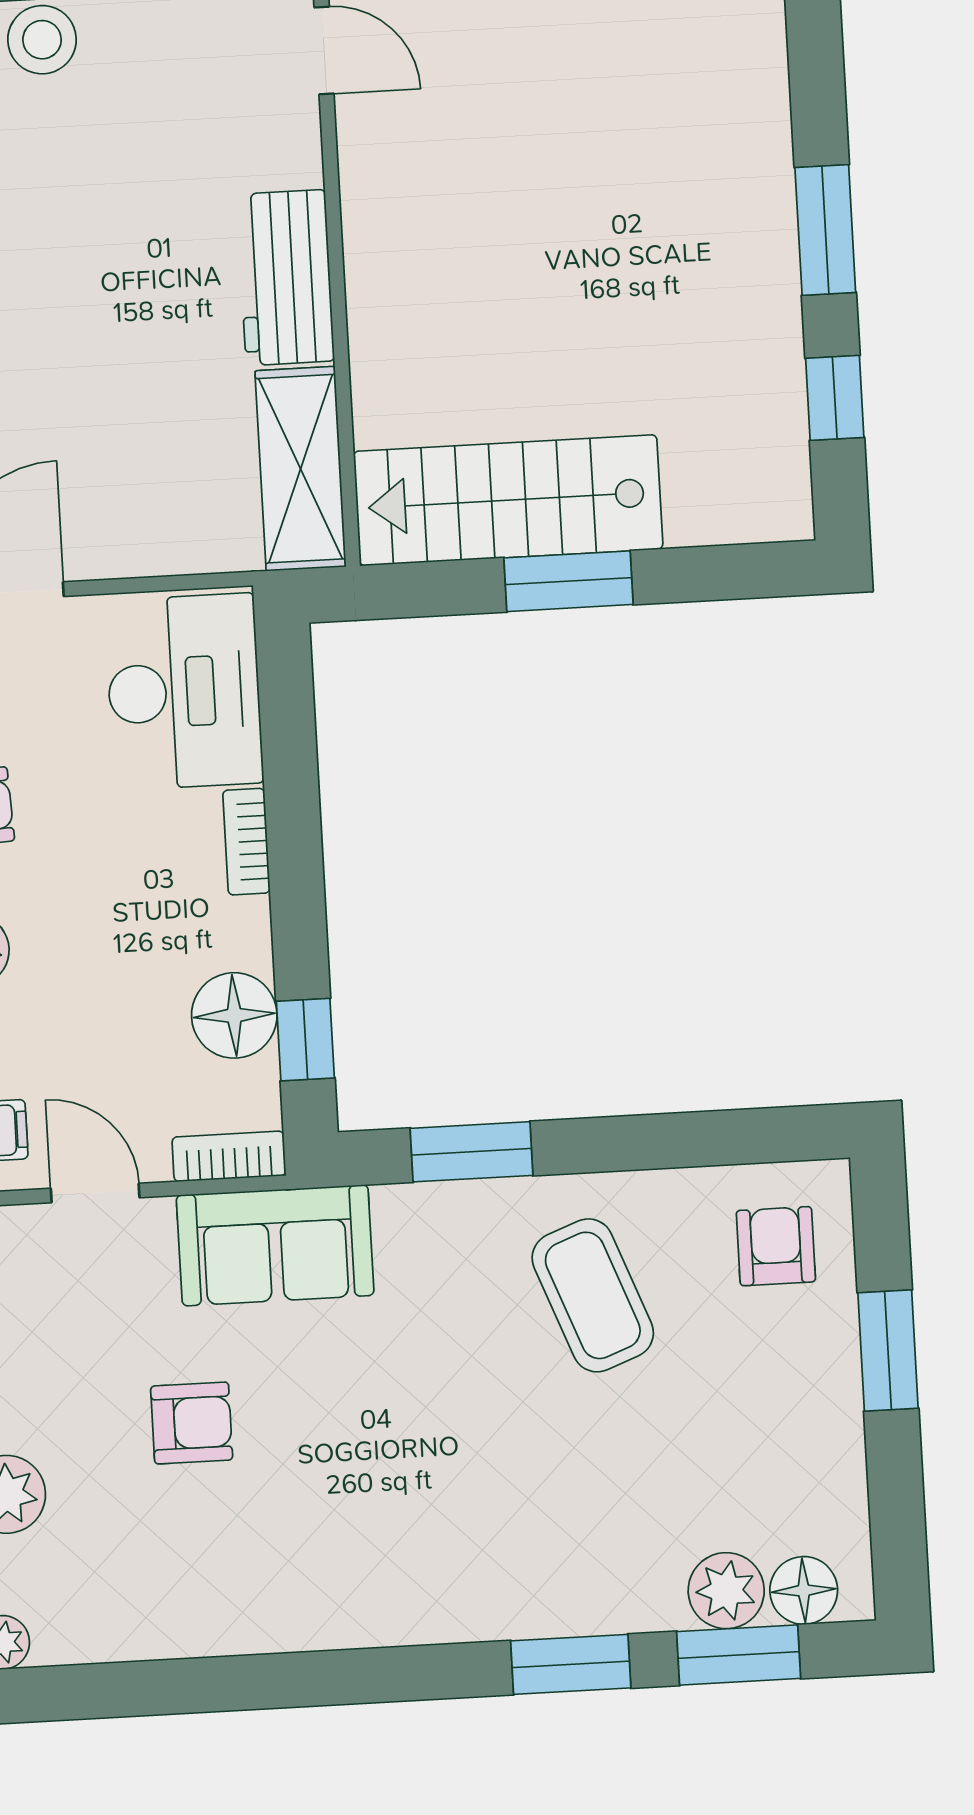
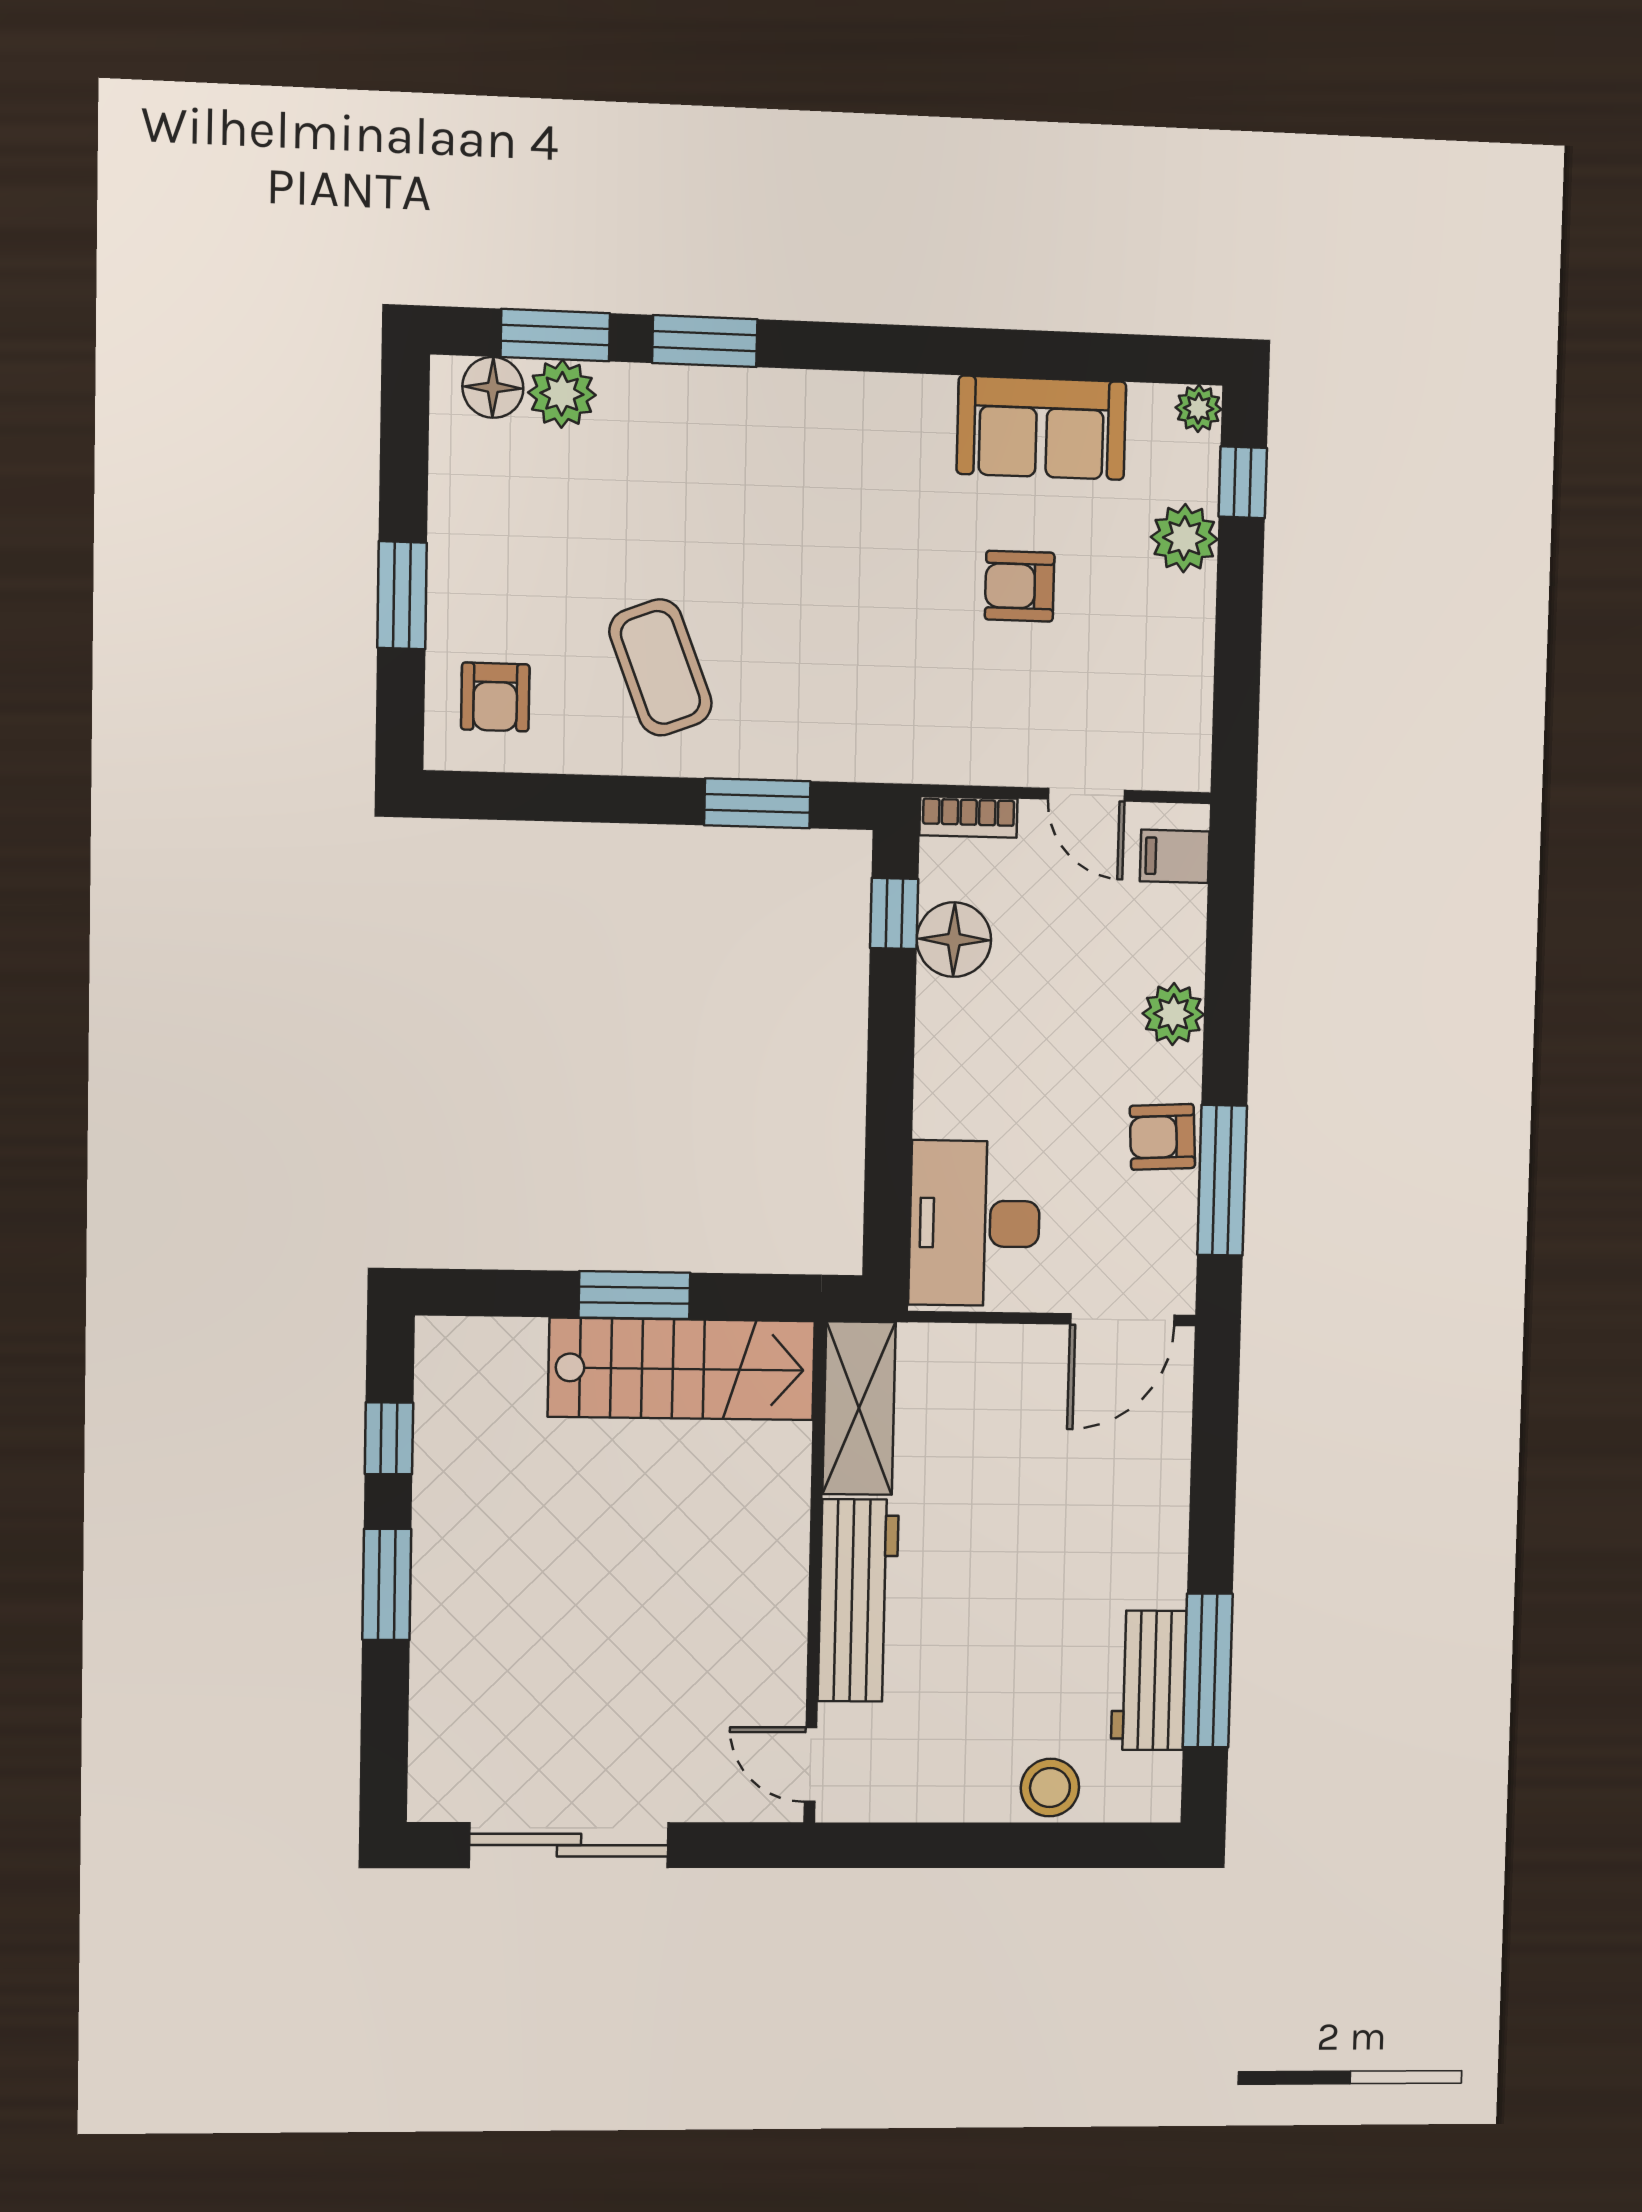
workbench: (286, 278) -> (858, 1600), width x1.37
bookcase: (246, 842) -> (931, 1090), removed
sofa: (275, 1245) -> (1041, 428), moved, turned 180

